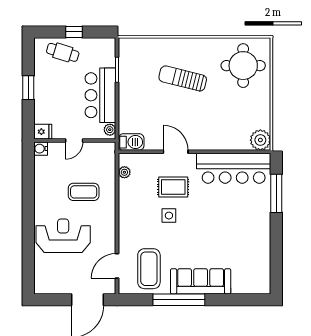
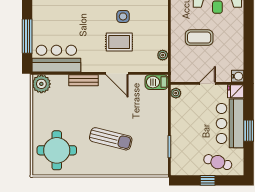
bar counter: (100, 95) -> (230, 123), moved, turned 180
bench: (213, 144) -> (84, 80), added
bar counter: (234, 168) -> (56, 59), width x0.73

